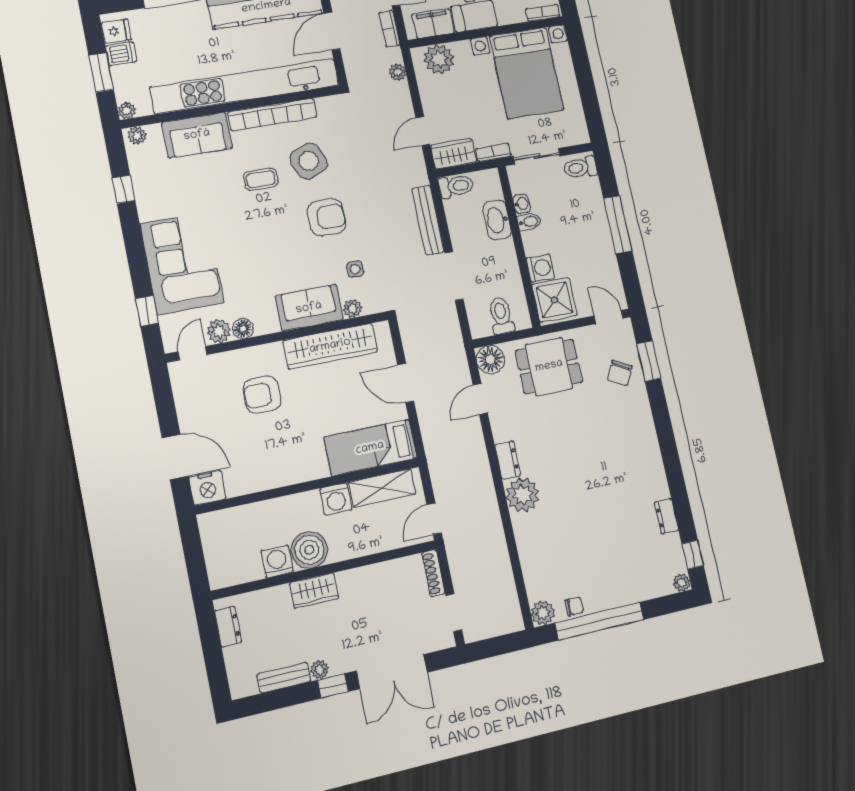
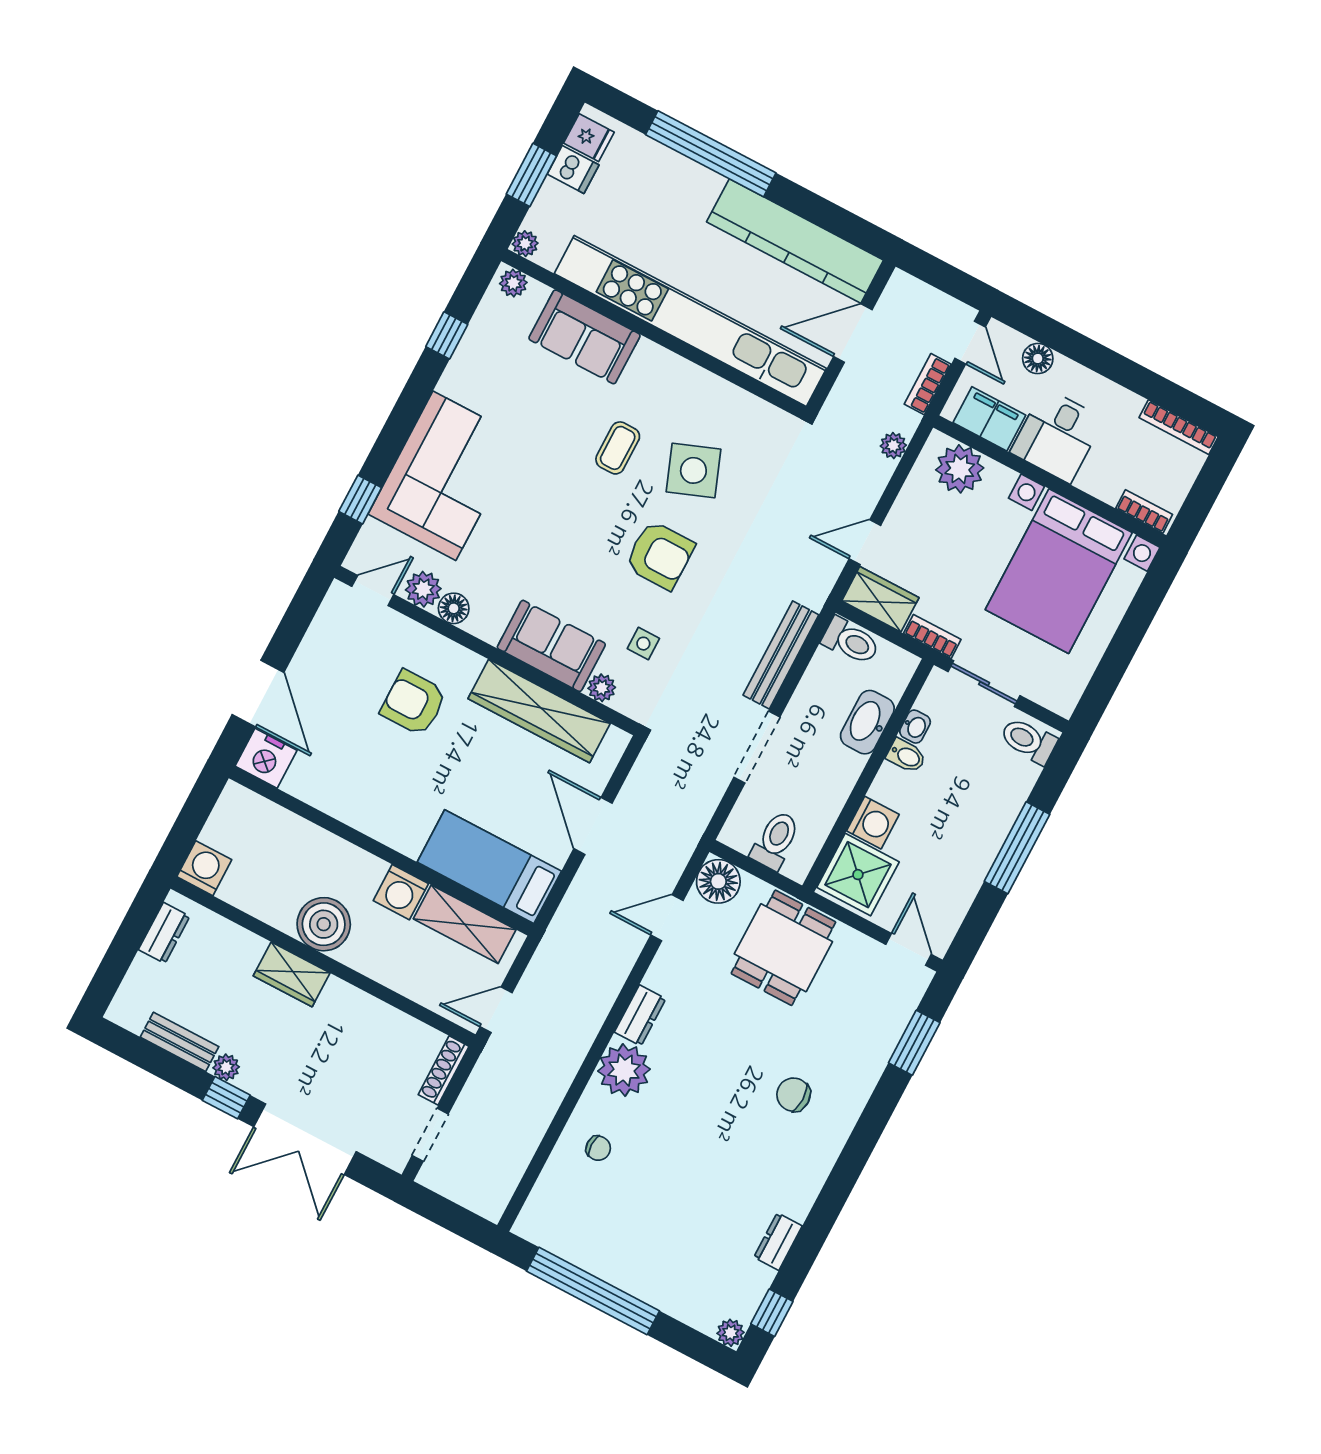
bookcase: (272, 115) -> (695, 381), removed
coffee table: (261, 179) -> (618, 448), turned 90
dining table: (549, 366) -> (783, 948), turned 90
chair: (620, 373) -> (794, 1095), moved, turned 62
washing machine: (277, 561) -> (204, 868), moved
chair: (574, 606) -> (598, 1148), moved
plant: (543, 613) -> (534, 1224), removed

